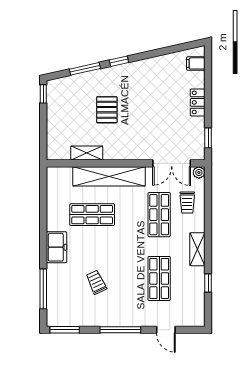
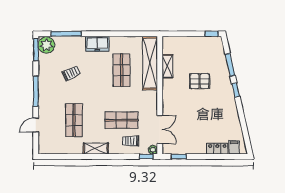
locker: (198, 102) -> (217, 149), moved
double door: (172, 163) -> (160, 129), swing flipped
shelving: (109, 176) -> (150, 63), moved
shop shelf: (159, 278) -> (74, 120), turned 90
window: (208, 283) -> (146, 157), moved
plant: (58, 315) -> (46, 45), added

